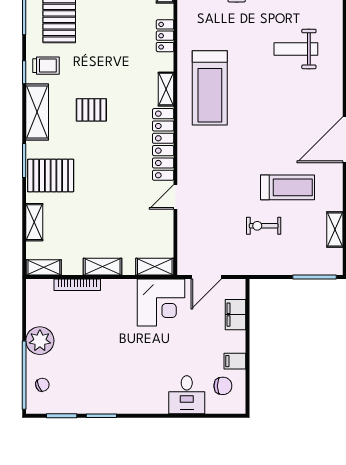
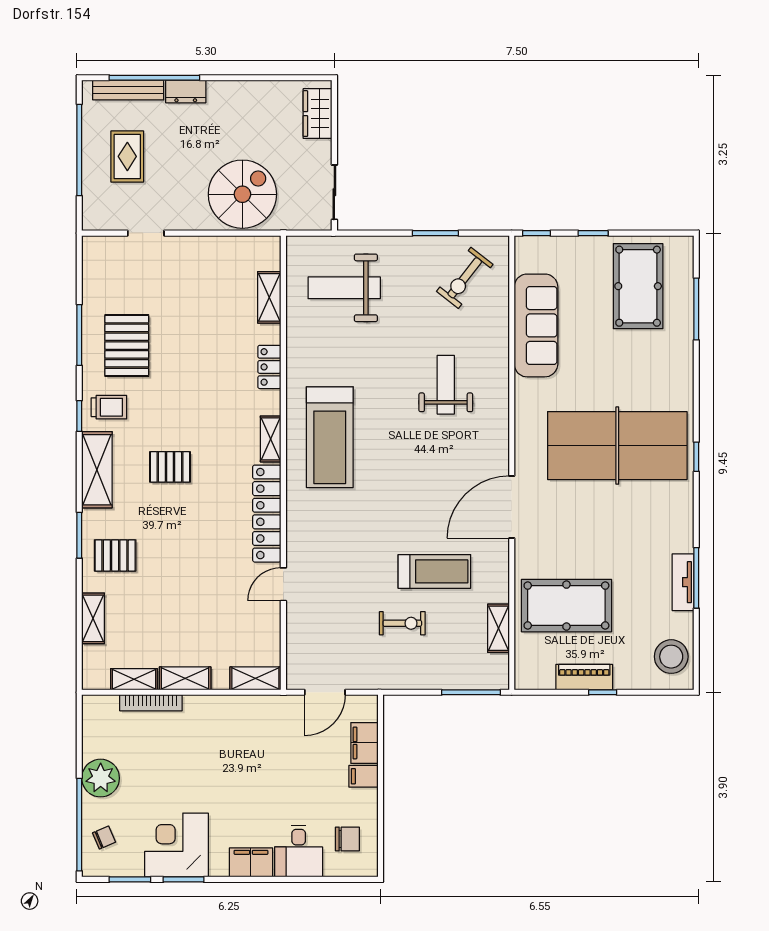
weight bench: (296, 49) -> (446, 385), turned 90
pallet: (51, 176) -> (115, 555), width x0.67, depth x0.71
exercise bike: (264, 226) -> (402, 623), turned 180
shelving: (44, 267) -> (134, 679), moved
corner desk: (161, 302) -> (176, 845), moved, turned 180
filing cabinet: (235, 361) -> (364, 776), moved
filing cabinet: (151, 403) -> (251, 862), added

